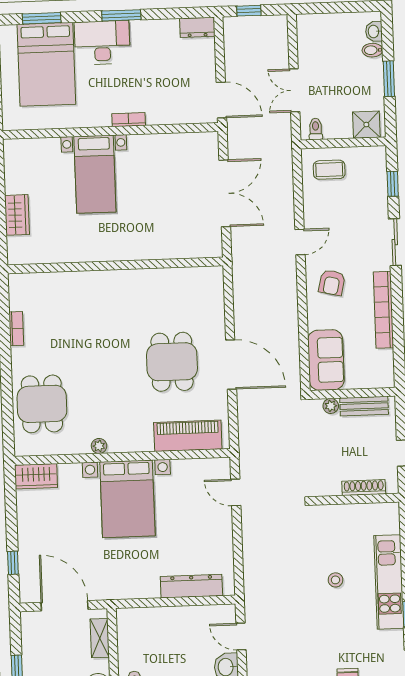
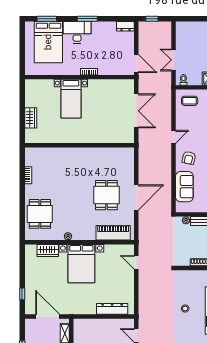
sofa: (326, 360) -> (184, 187), moved
door: (231, 365) -> (136, 198), hinge flipped
wardrobe: (36, 476) -> (48, 250), moved

